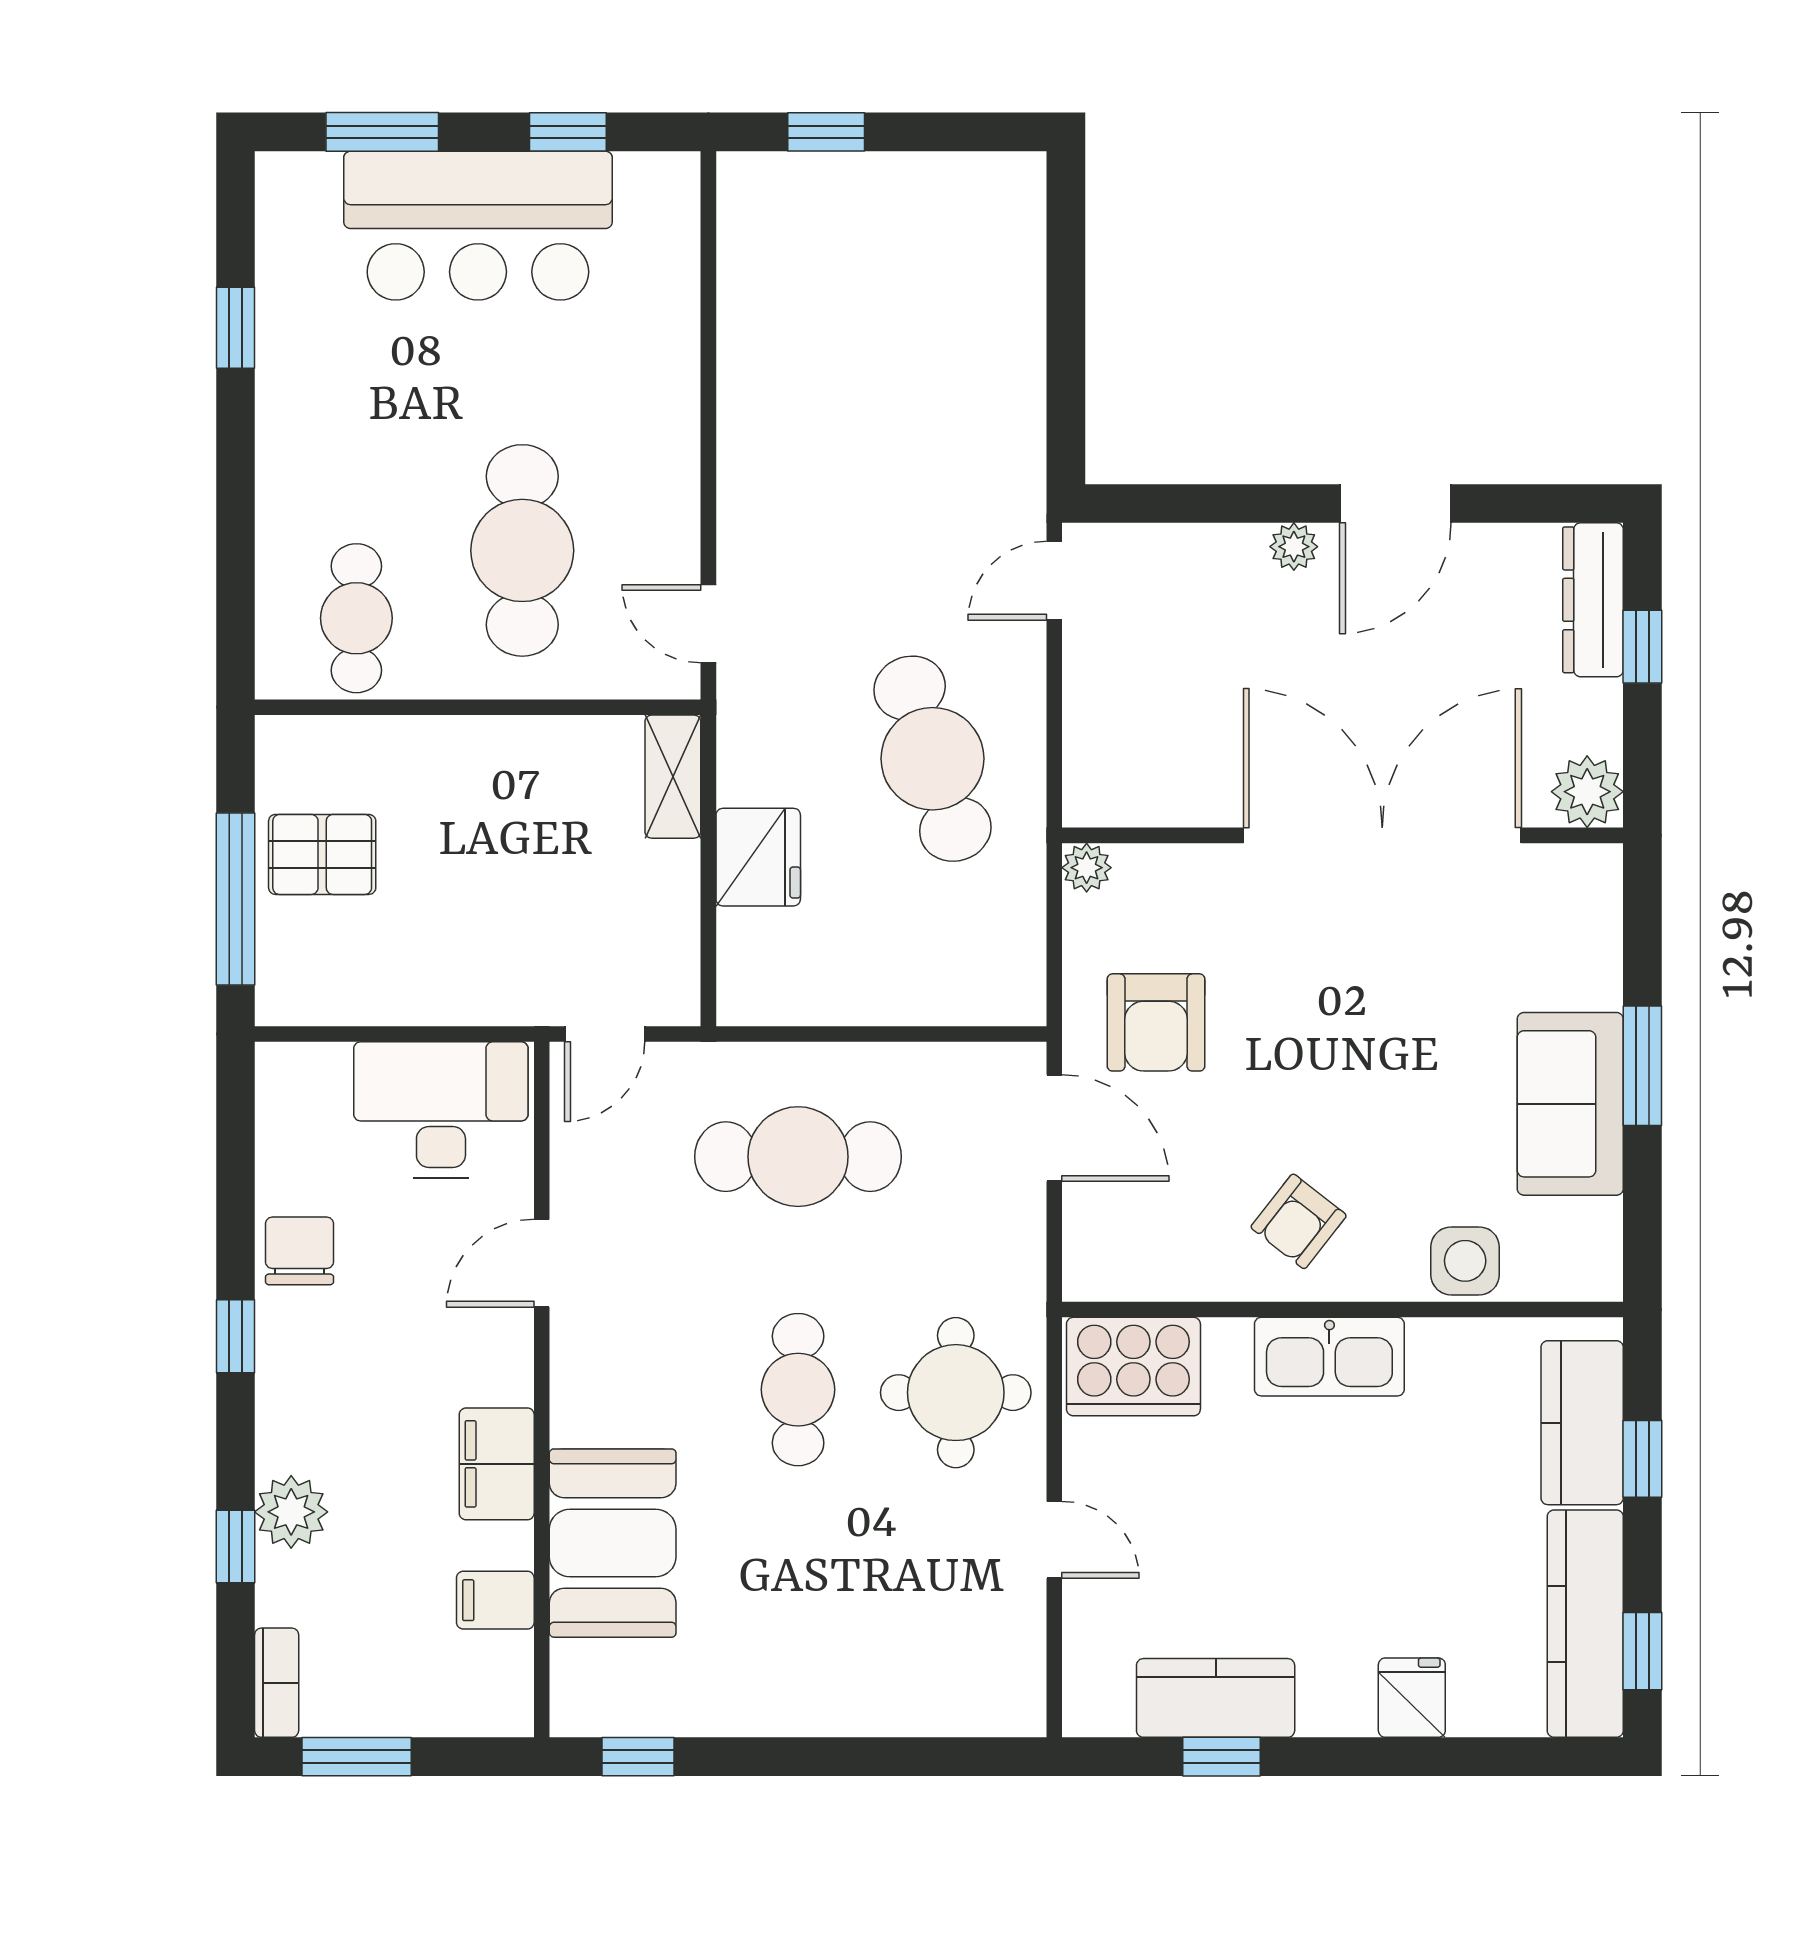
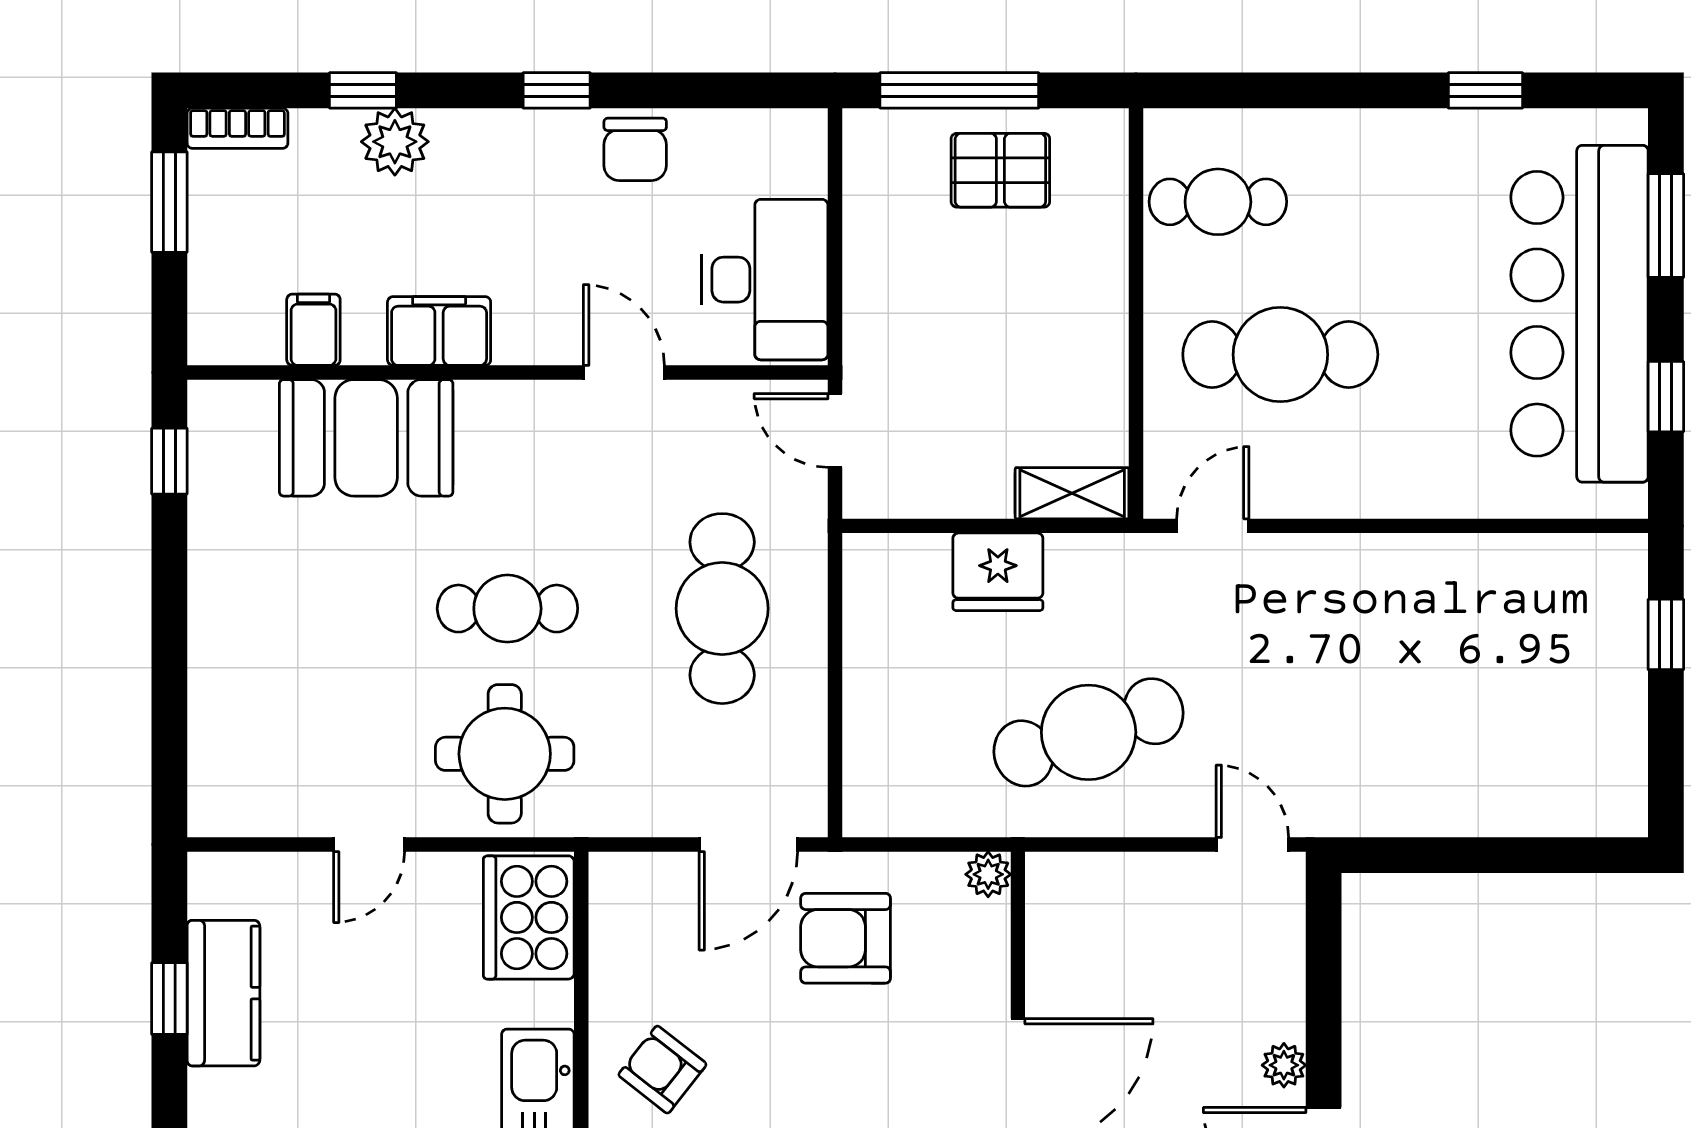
bar counter: (478, 226) -> (1579, 314), width x1.36
pallet: (322, 854) -> (1000, 170), turned 90
chair: (300, 1251) -> (635, 149), turned 90

